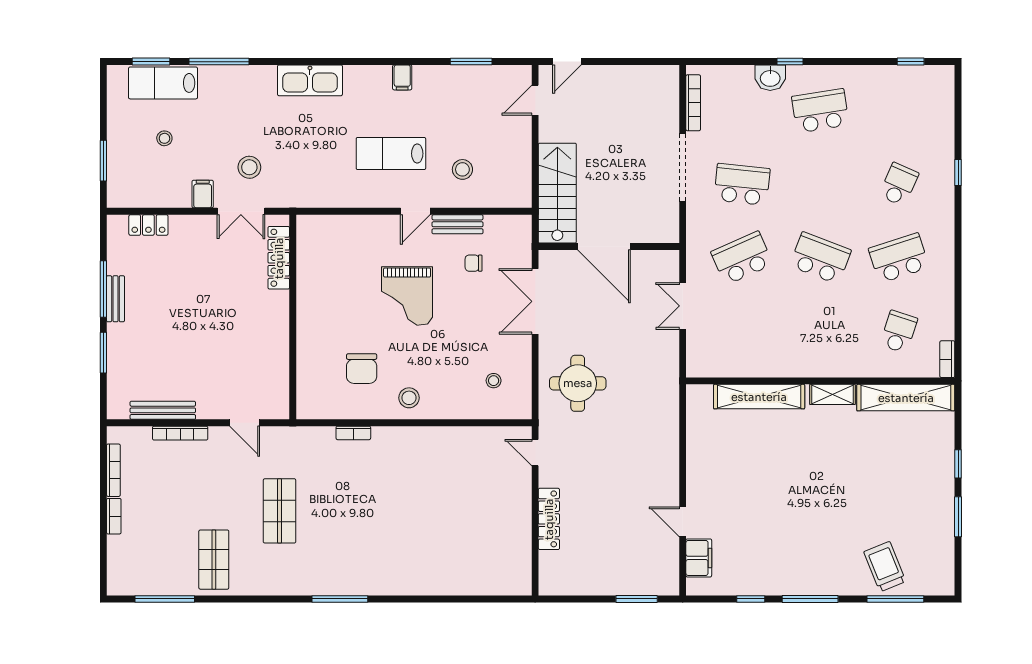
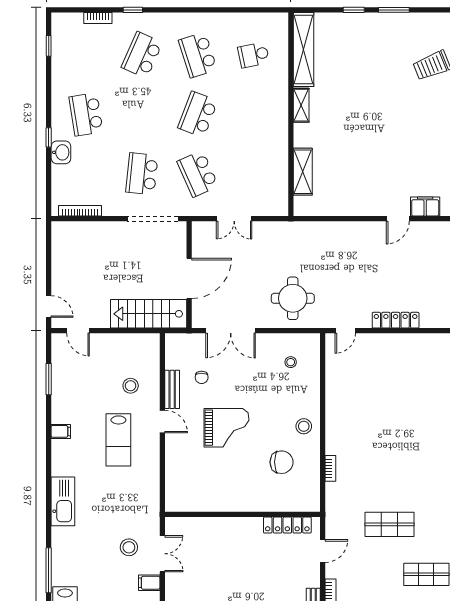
doorway: (683, 167) -> (153, 219), moved
school desk: (899, 184) -> (142, 55), width x1.85
locker: (279, 258) -> (287, 525), moved
school desk: (899, 332) -> (254, 55), turned -30
bookcase: (947, 359) -> (98, 18), moved
shelving: (759, 397) -> (303, 172), width x0.68

